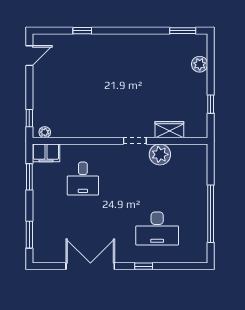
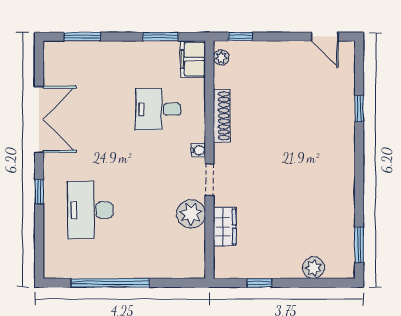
shoe rack: (88, 132) -> (222, 116), added
water cooler: (113, 149) -> (198, 150), added

